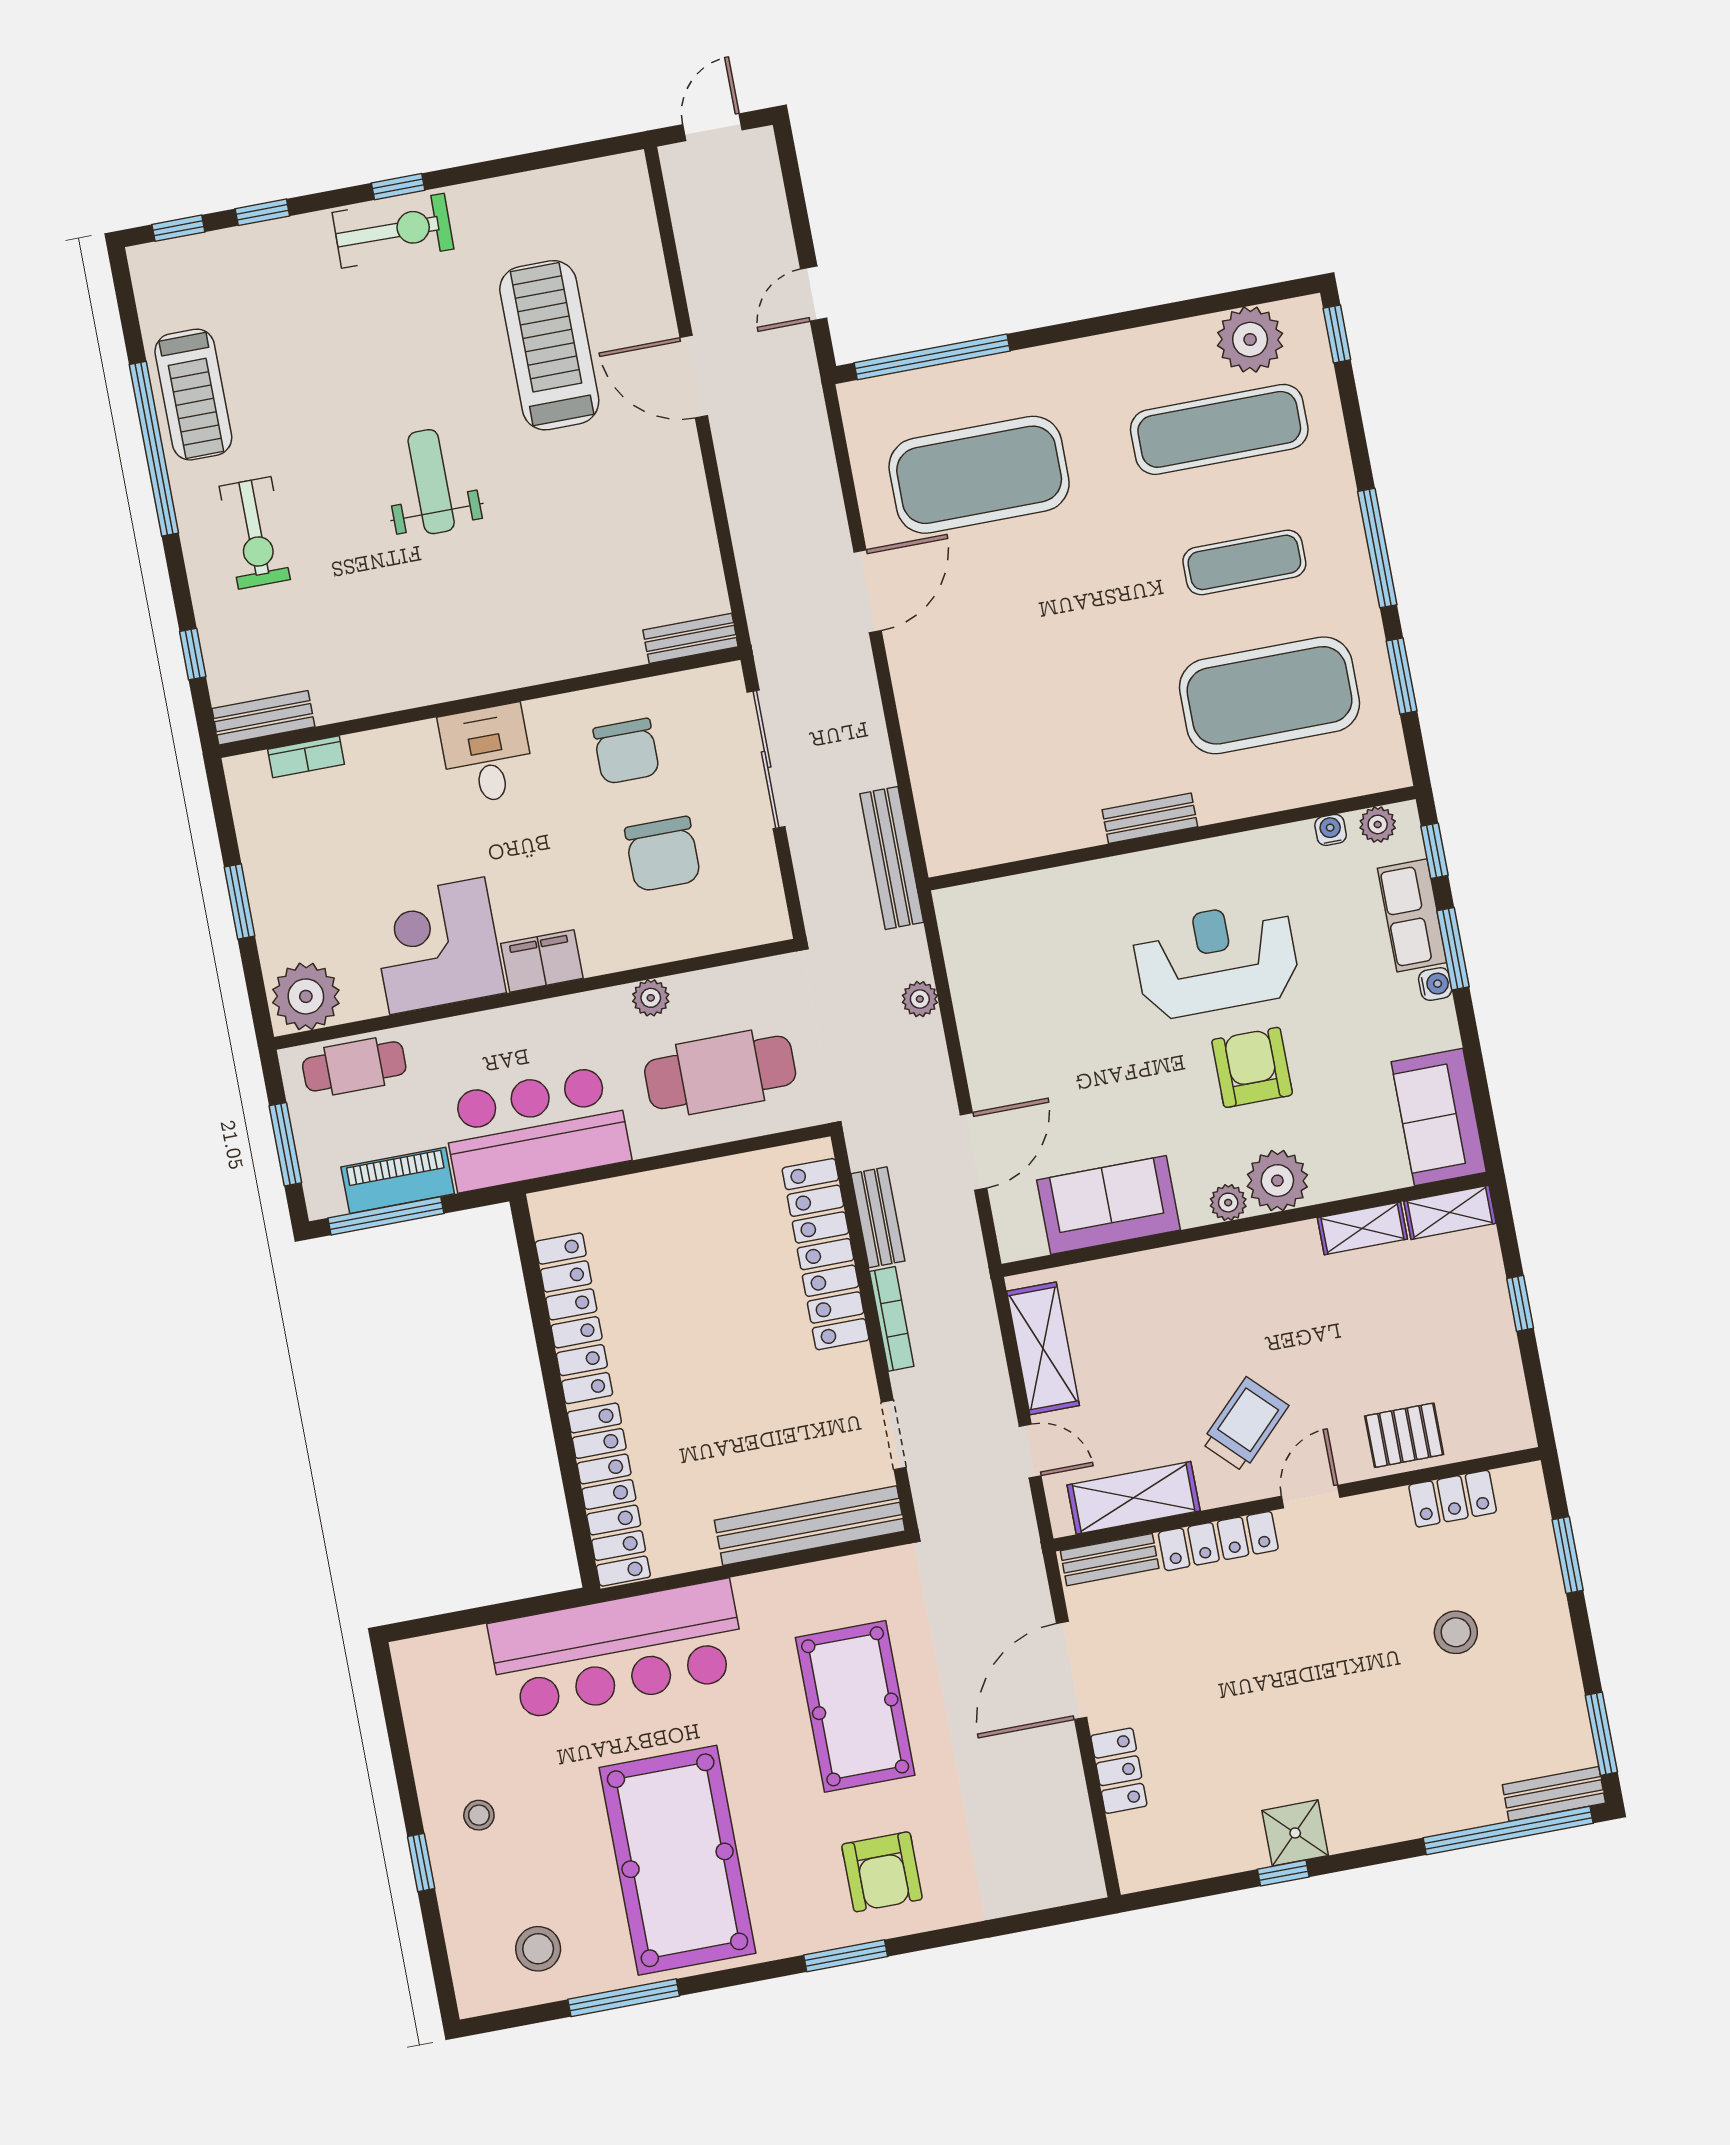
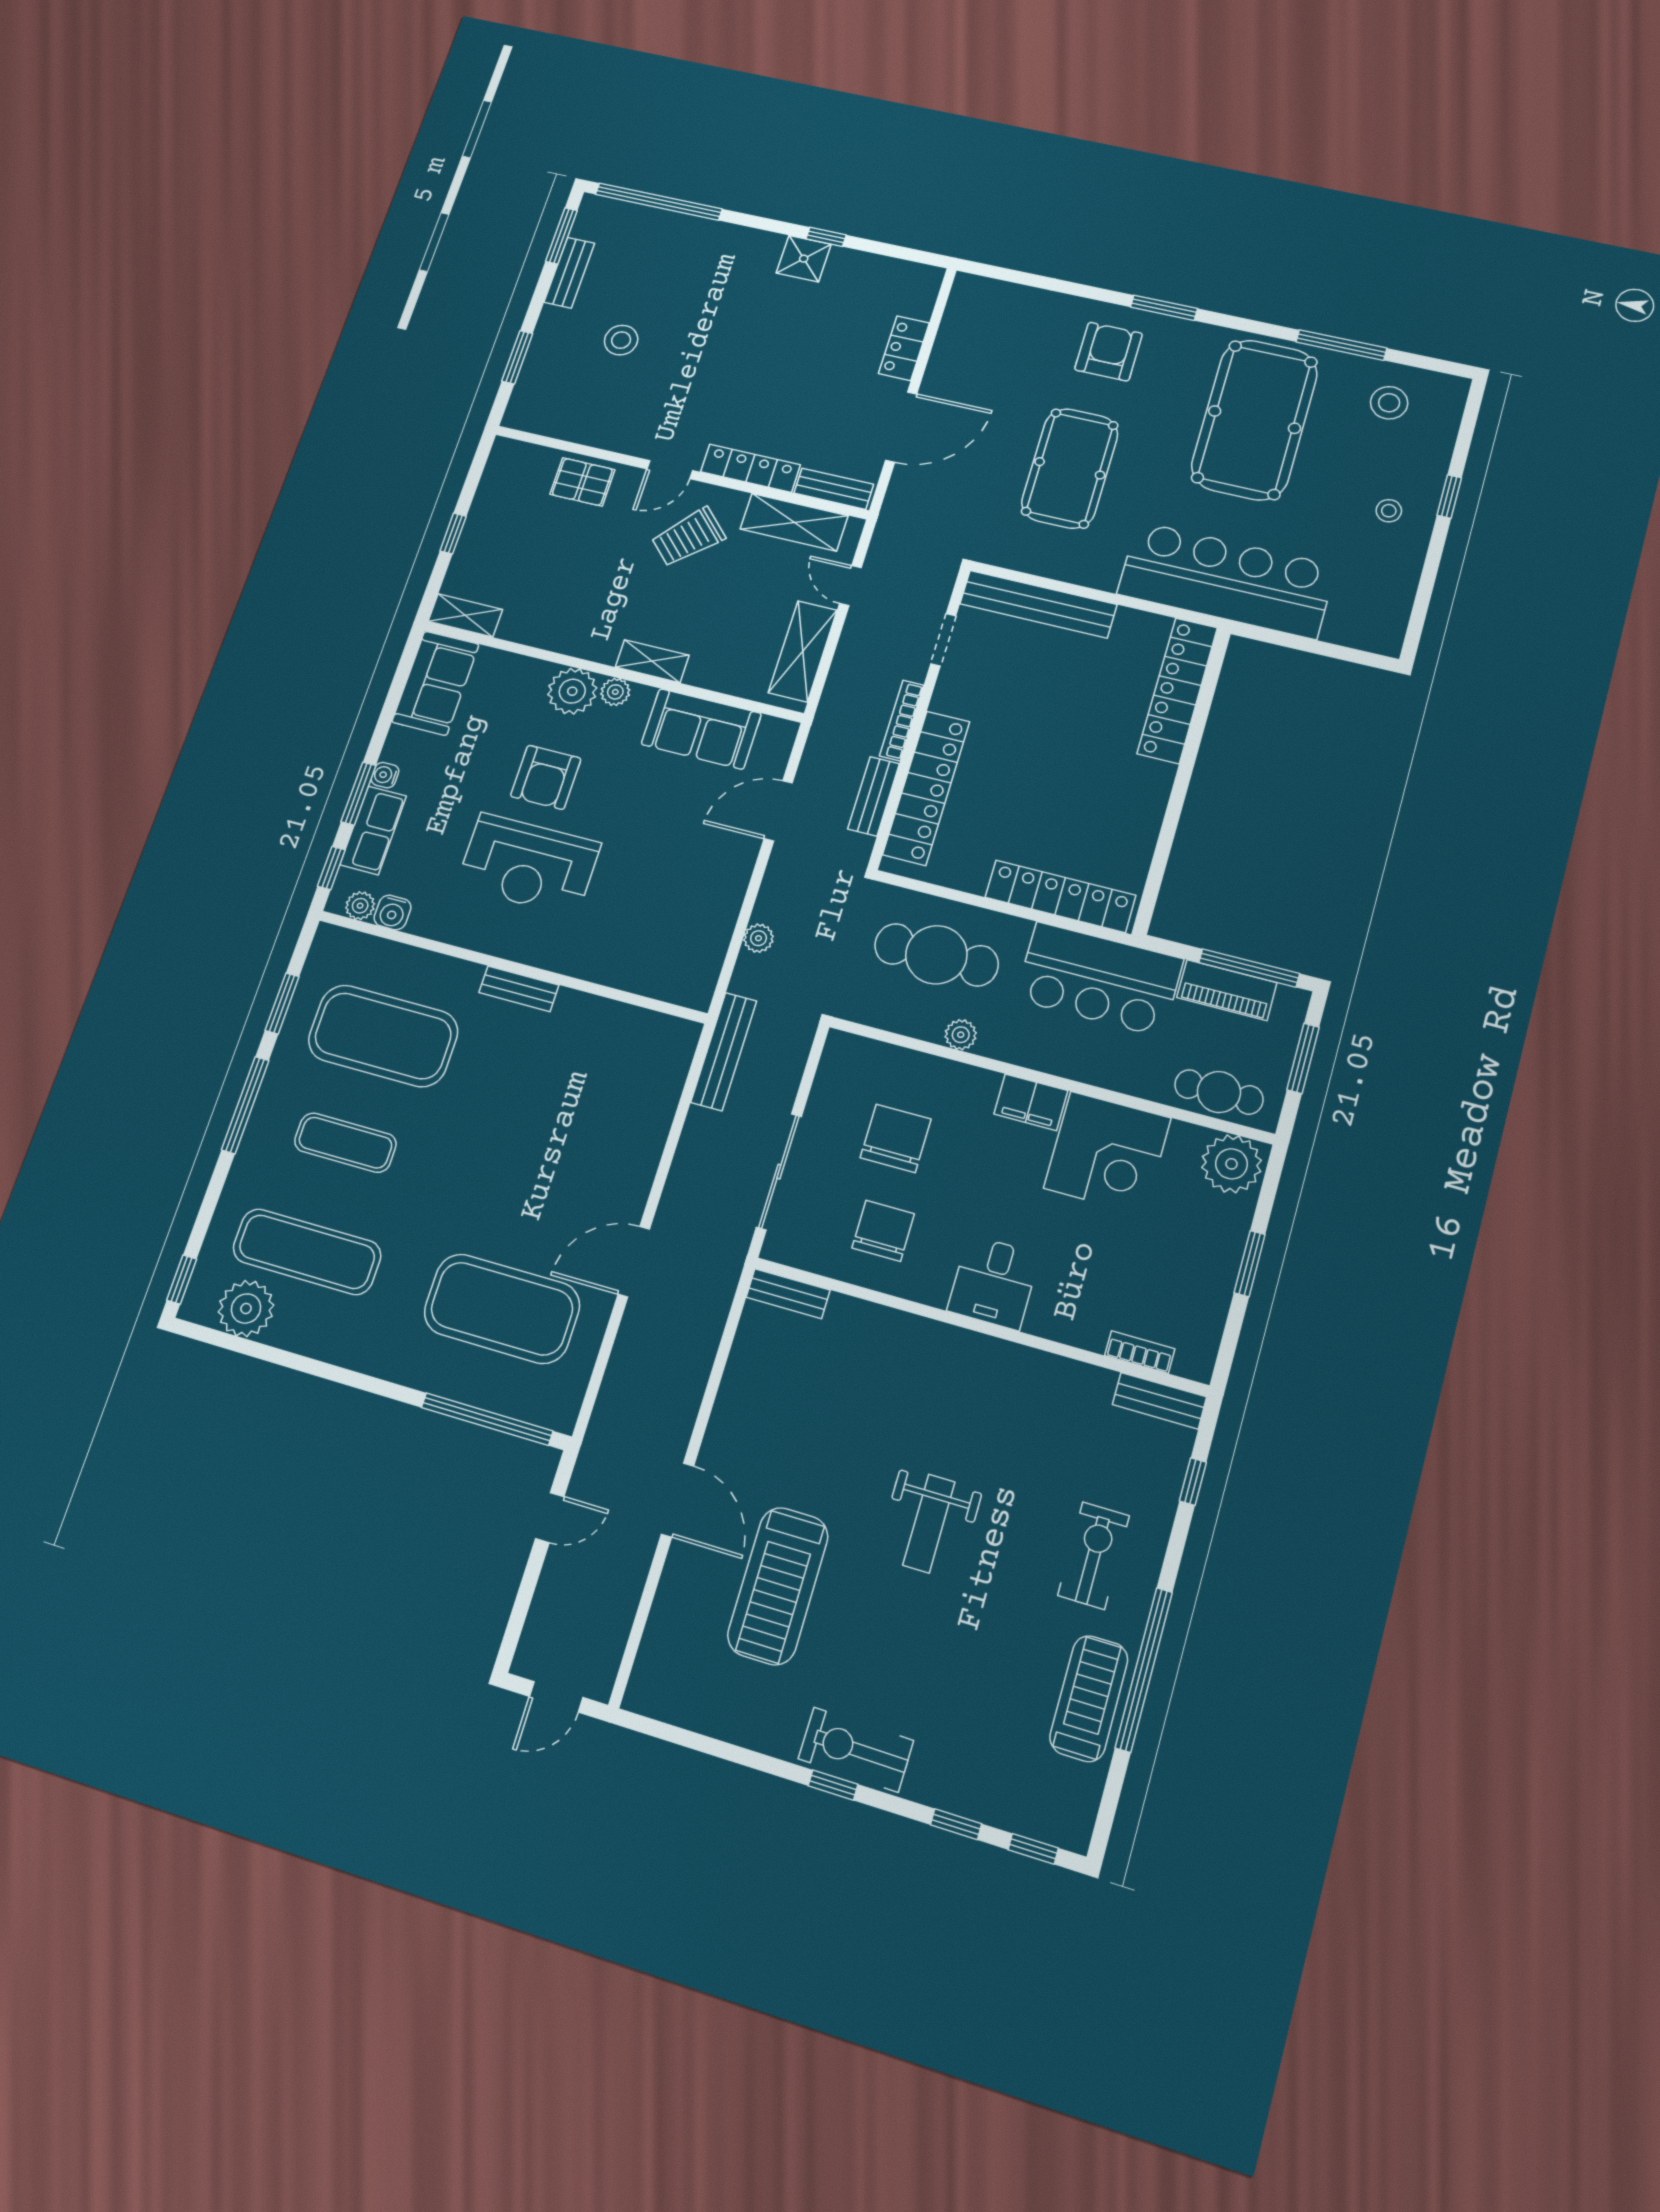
water cooler: (1331, 830) -> (392, 912), width x1.38, depth x1.38
shelving: (1362, 1228) -> (652, 661), moved
locker: (574, 1318) -> (1060, 896), moved, turned 90
locker: (1453, 1499) -> (573, 427), removed
bench: (1554, 1794) -> (569, 273), moved, turned 90

